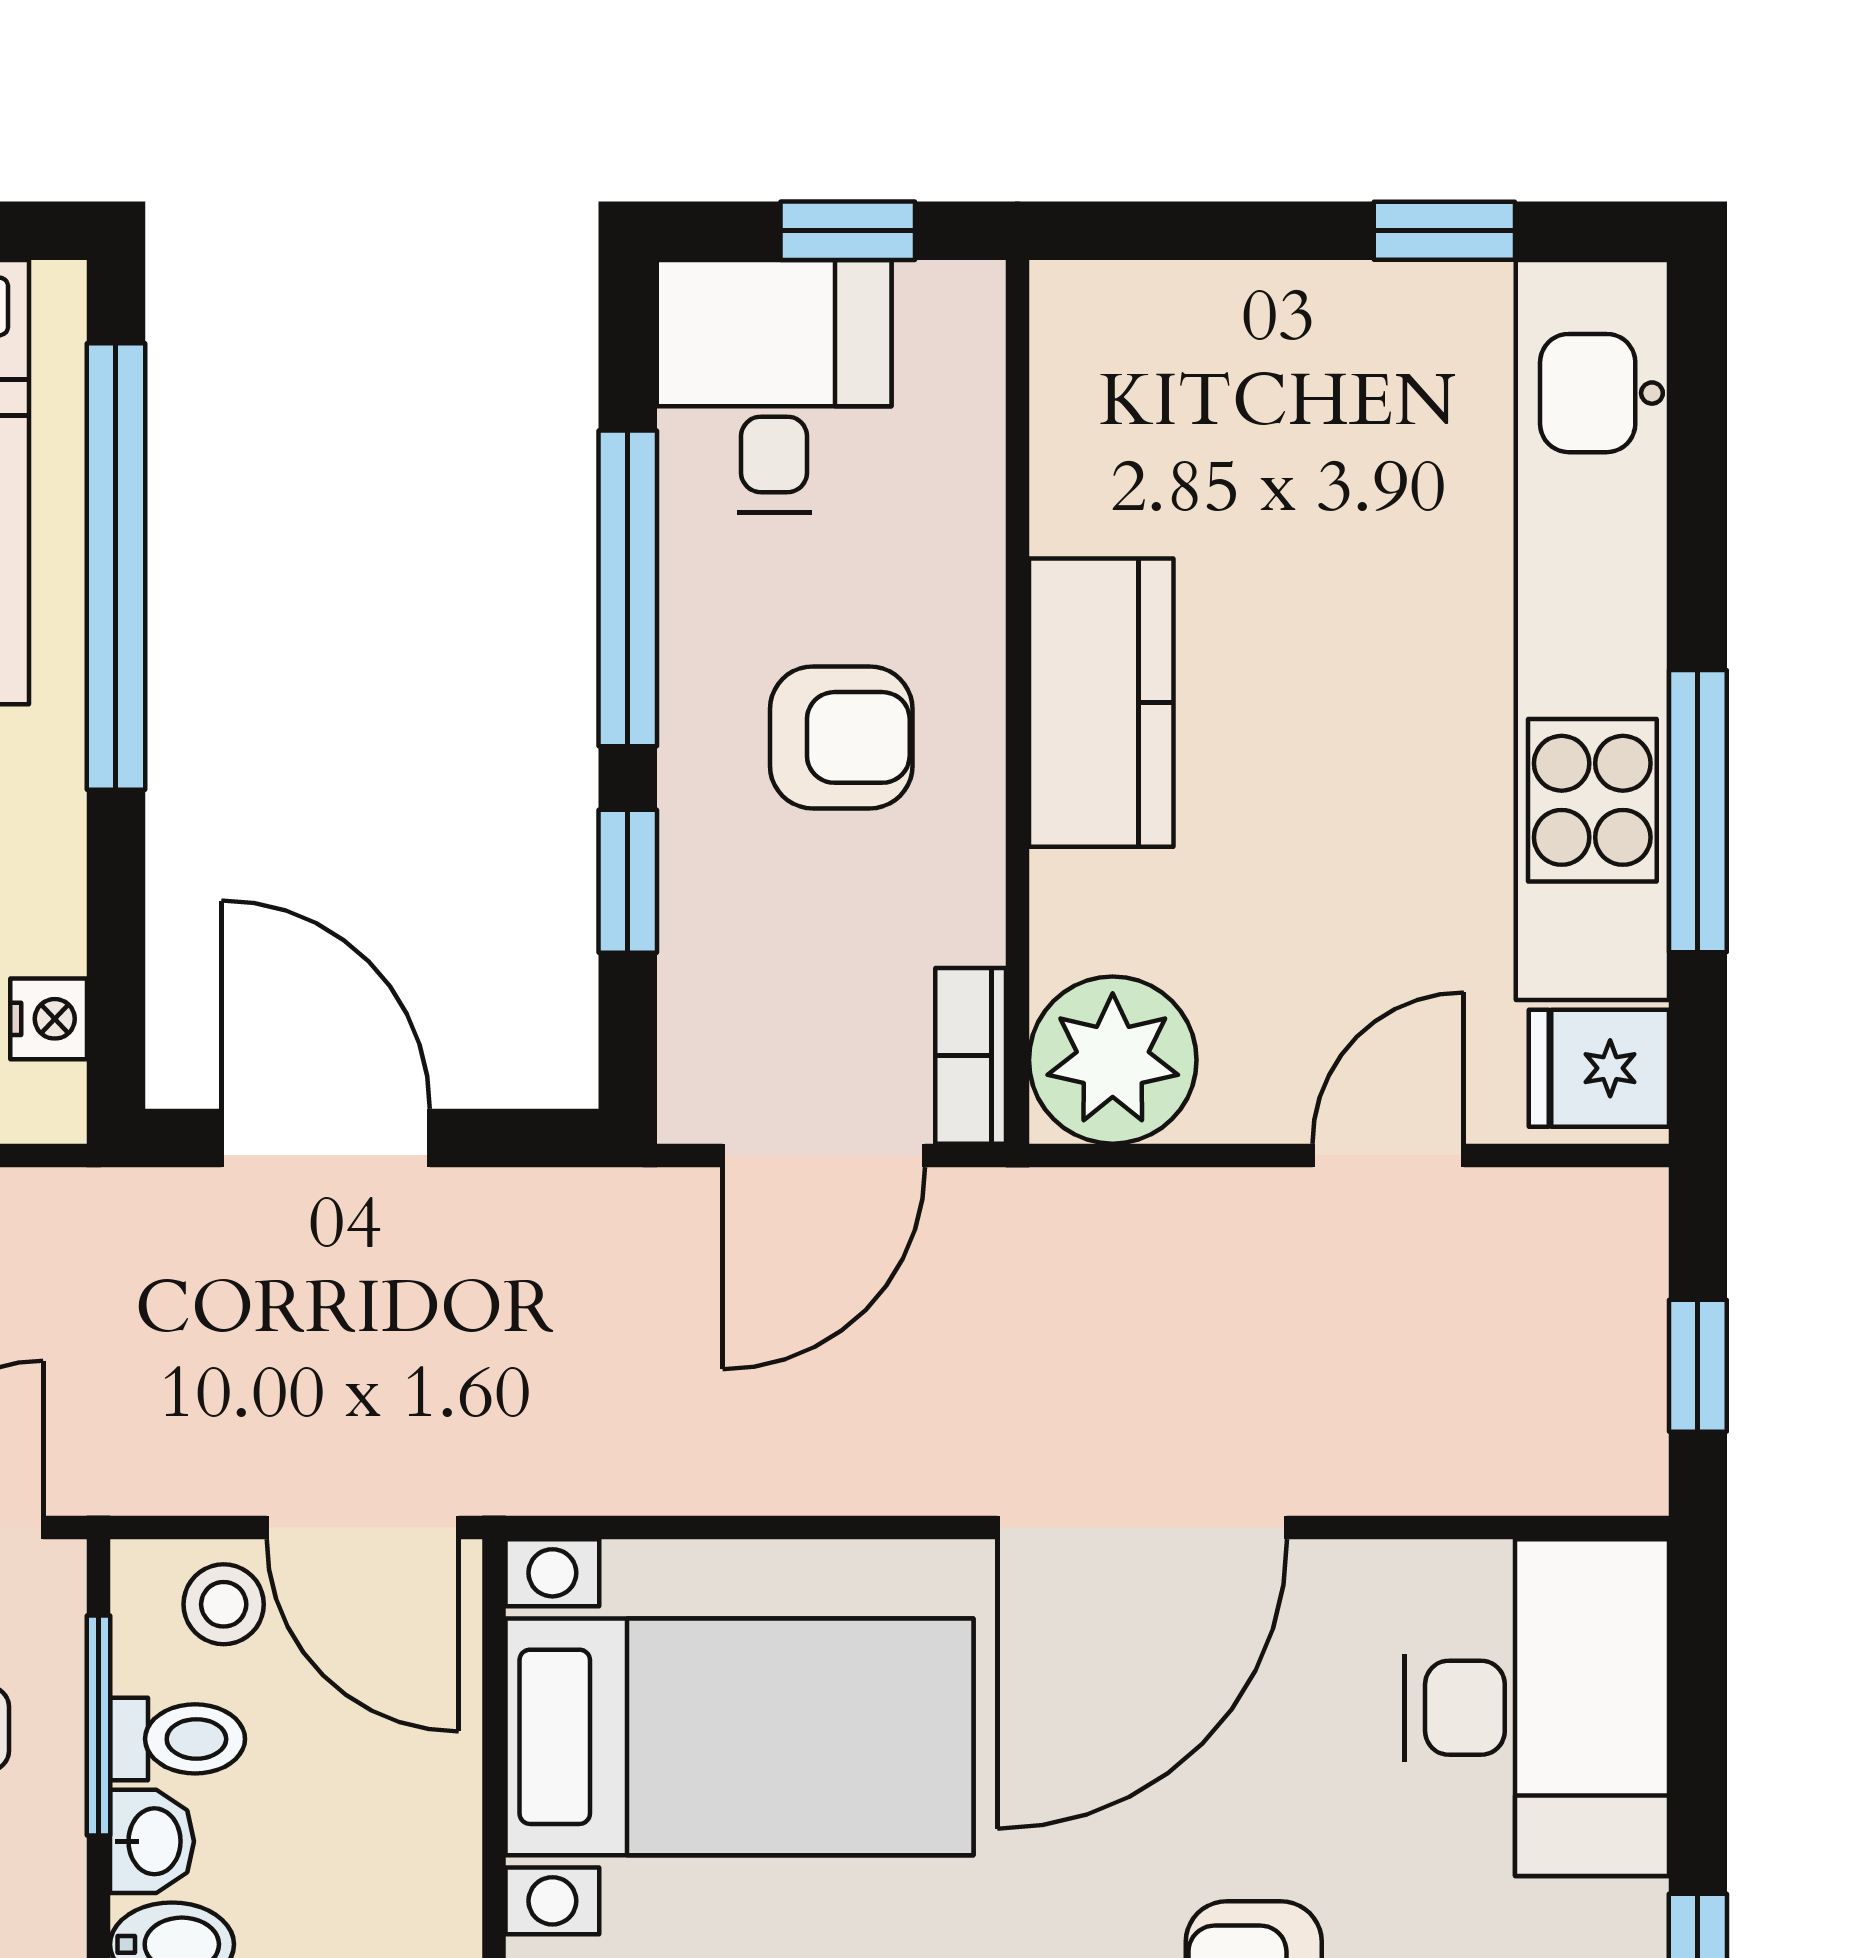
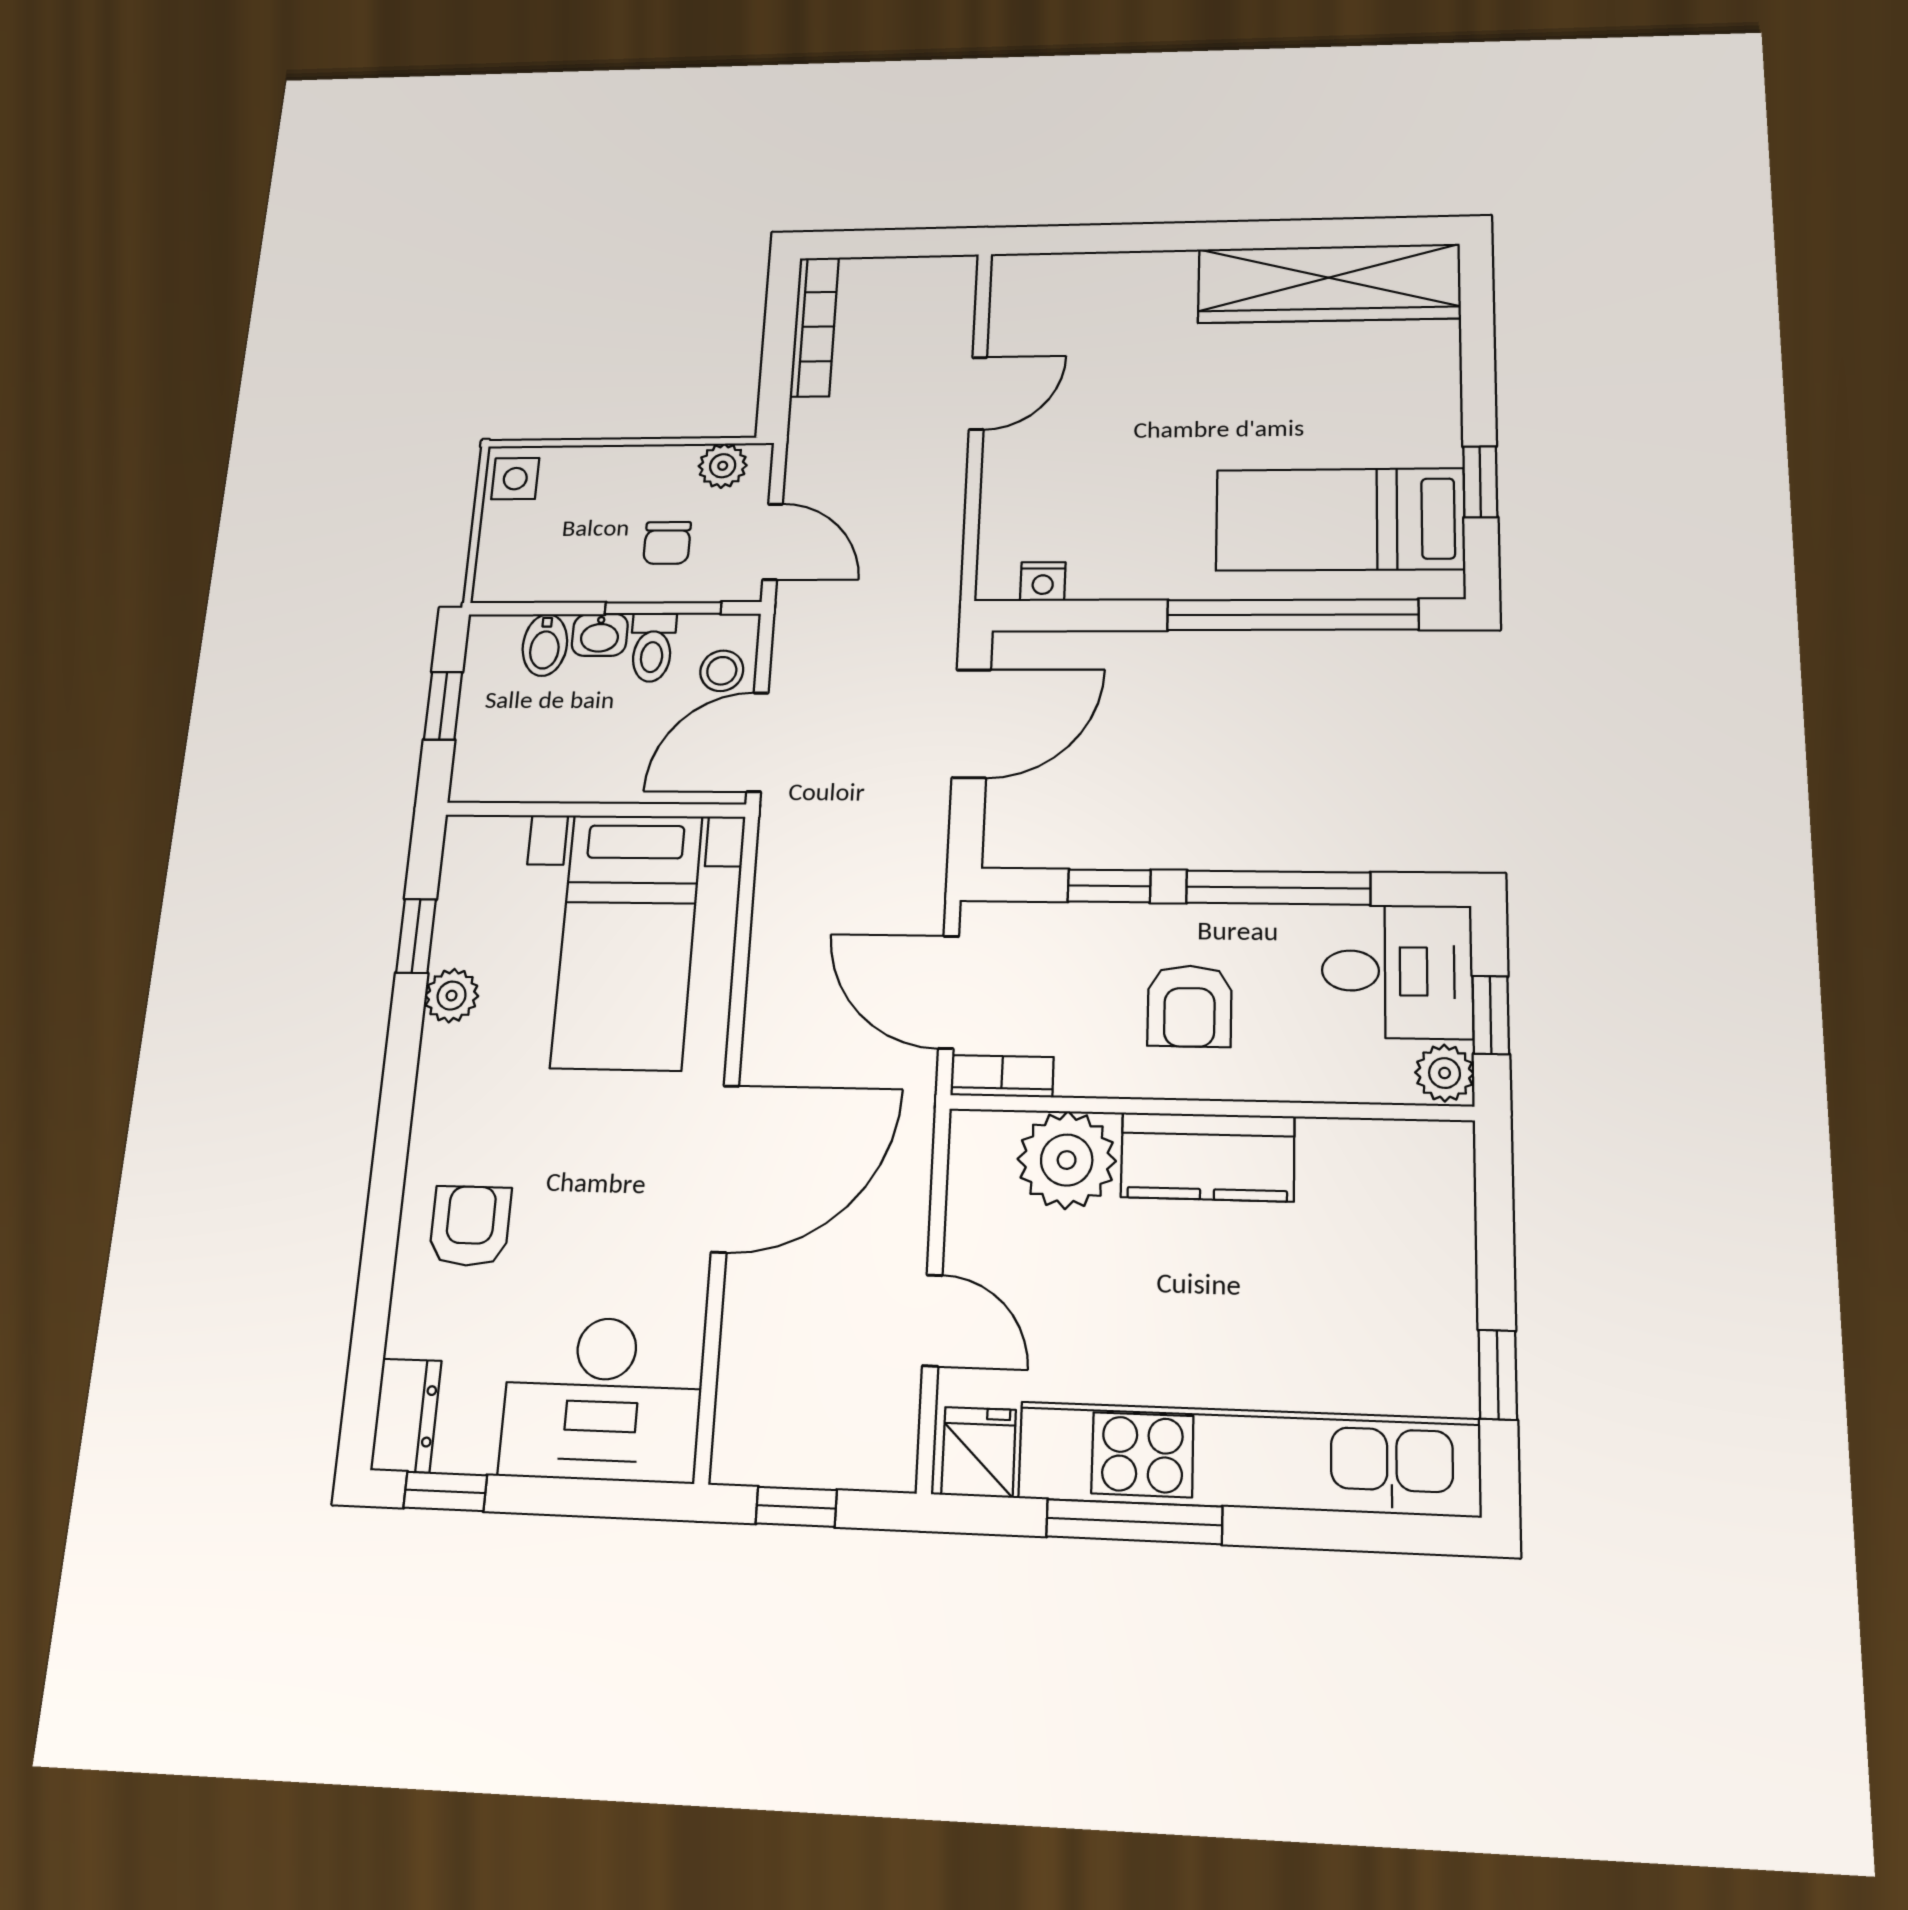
plant: (949, 309) -> (1445, 1073), added
plant: (1113, 1060) -> (1067, 1160), moved
door: (1142, 1528) -> (725, 1168), swing flipped

